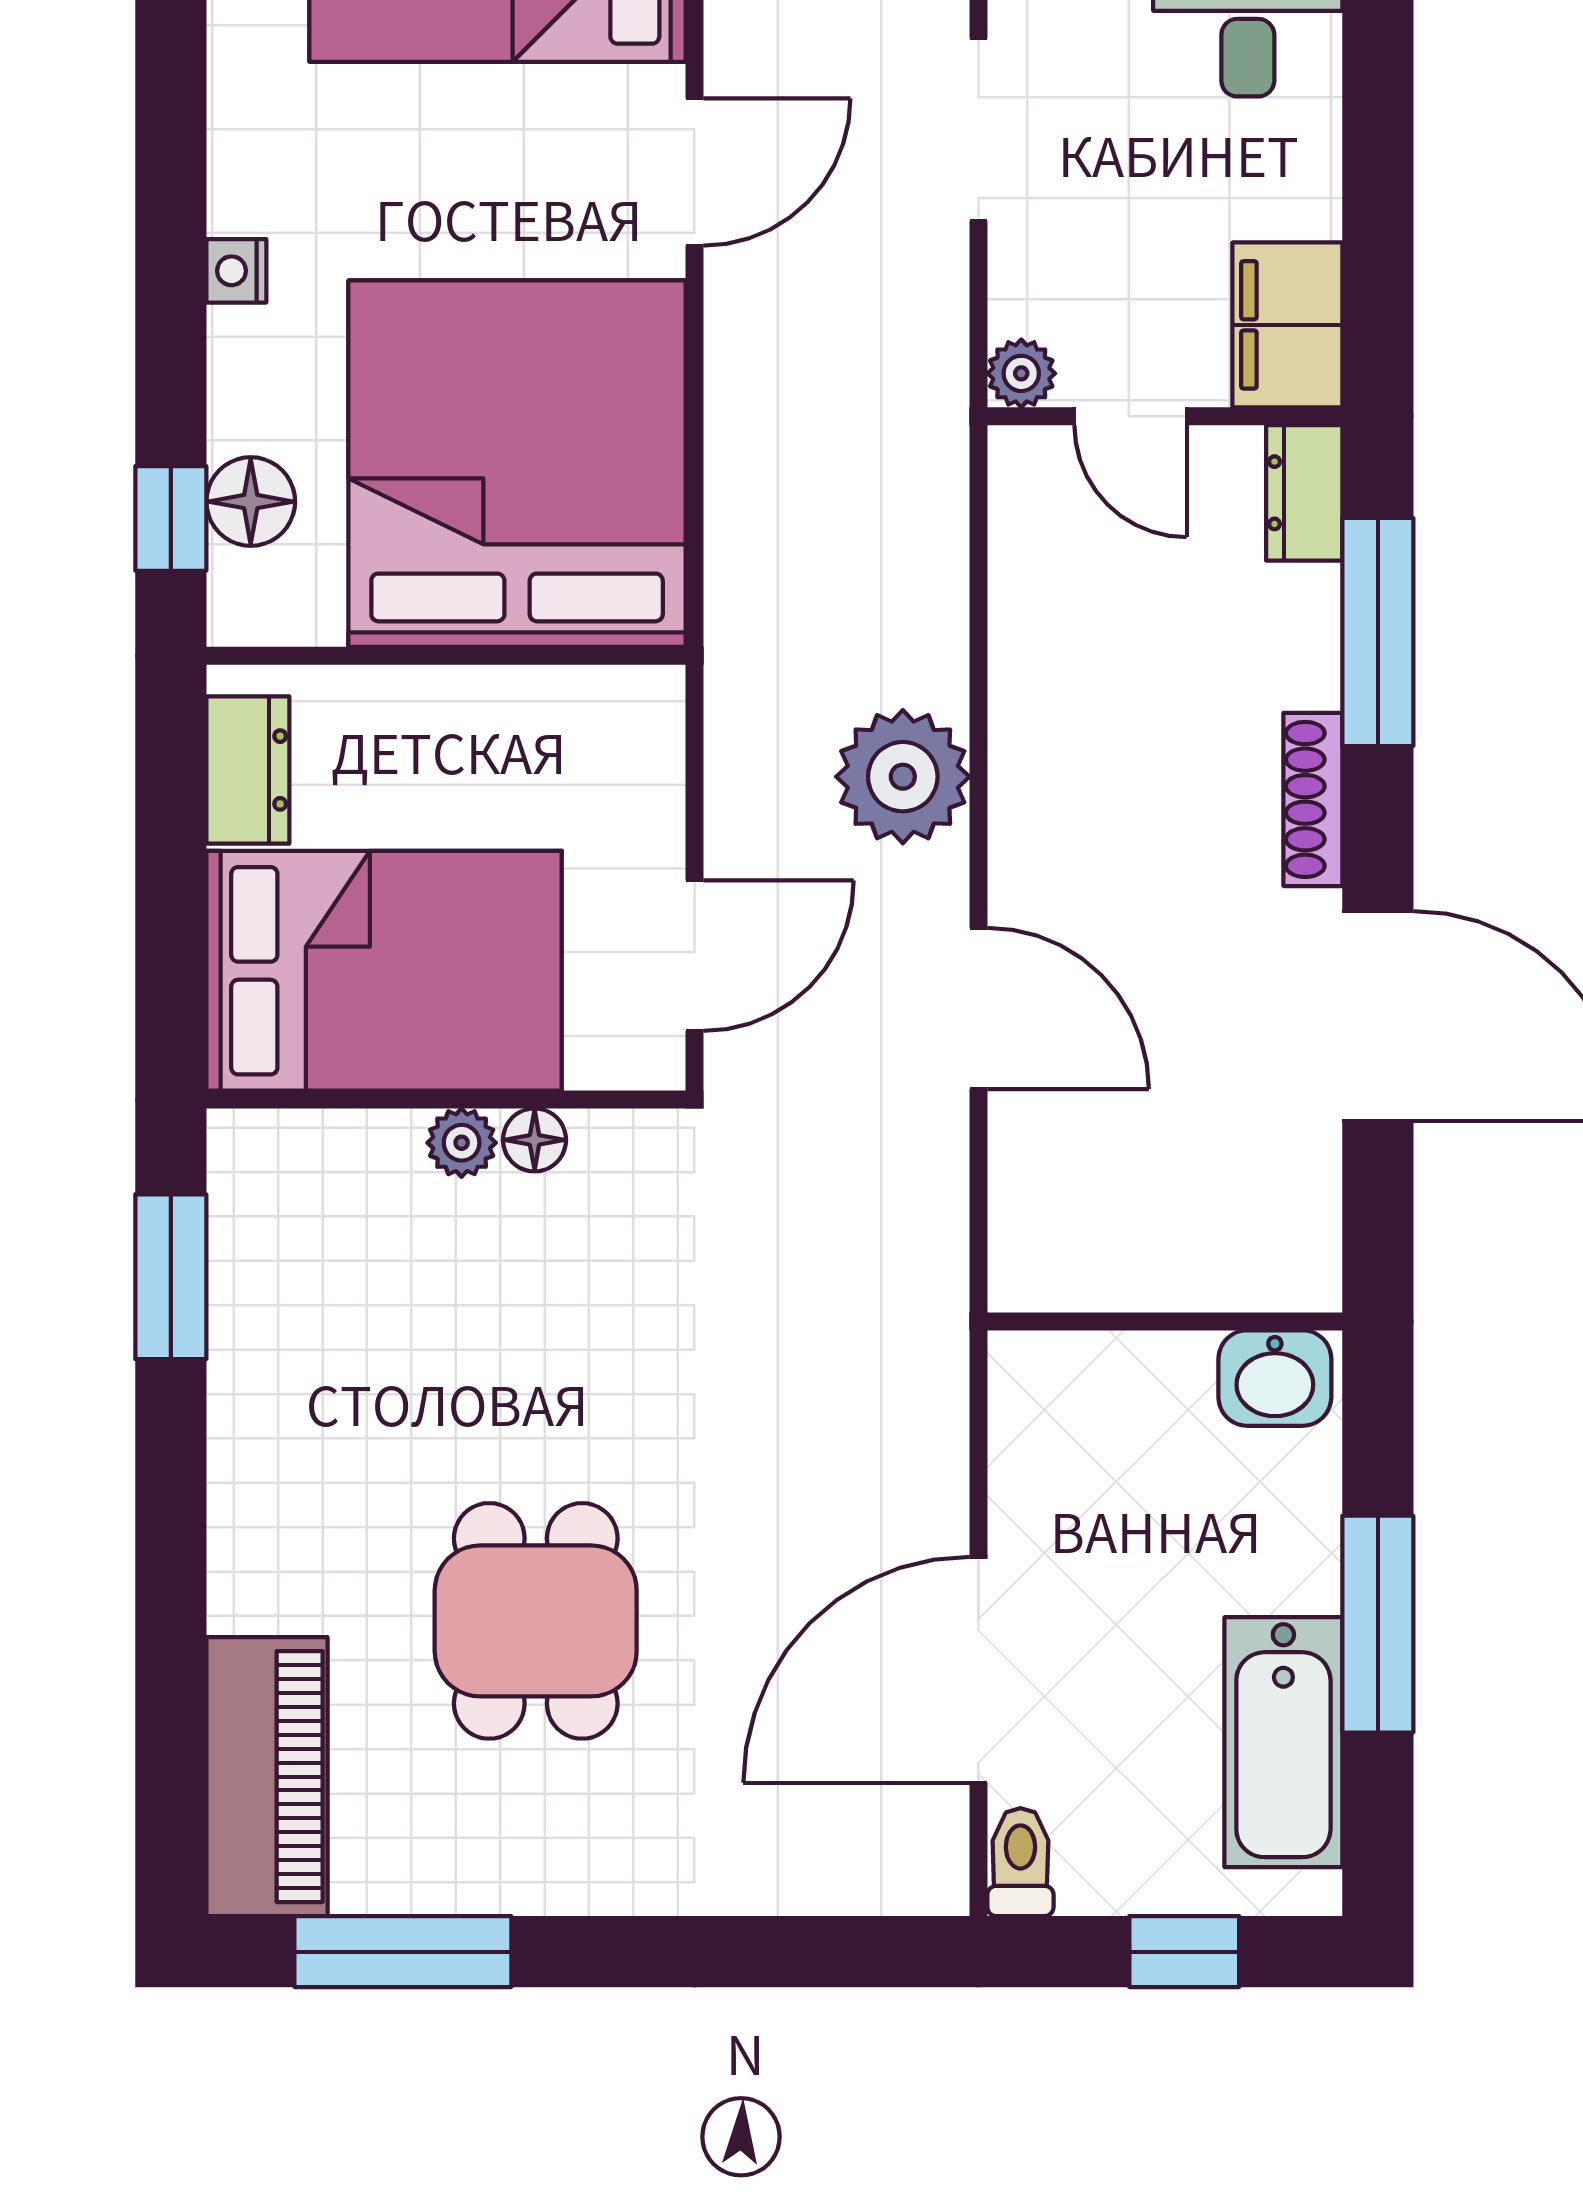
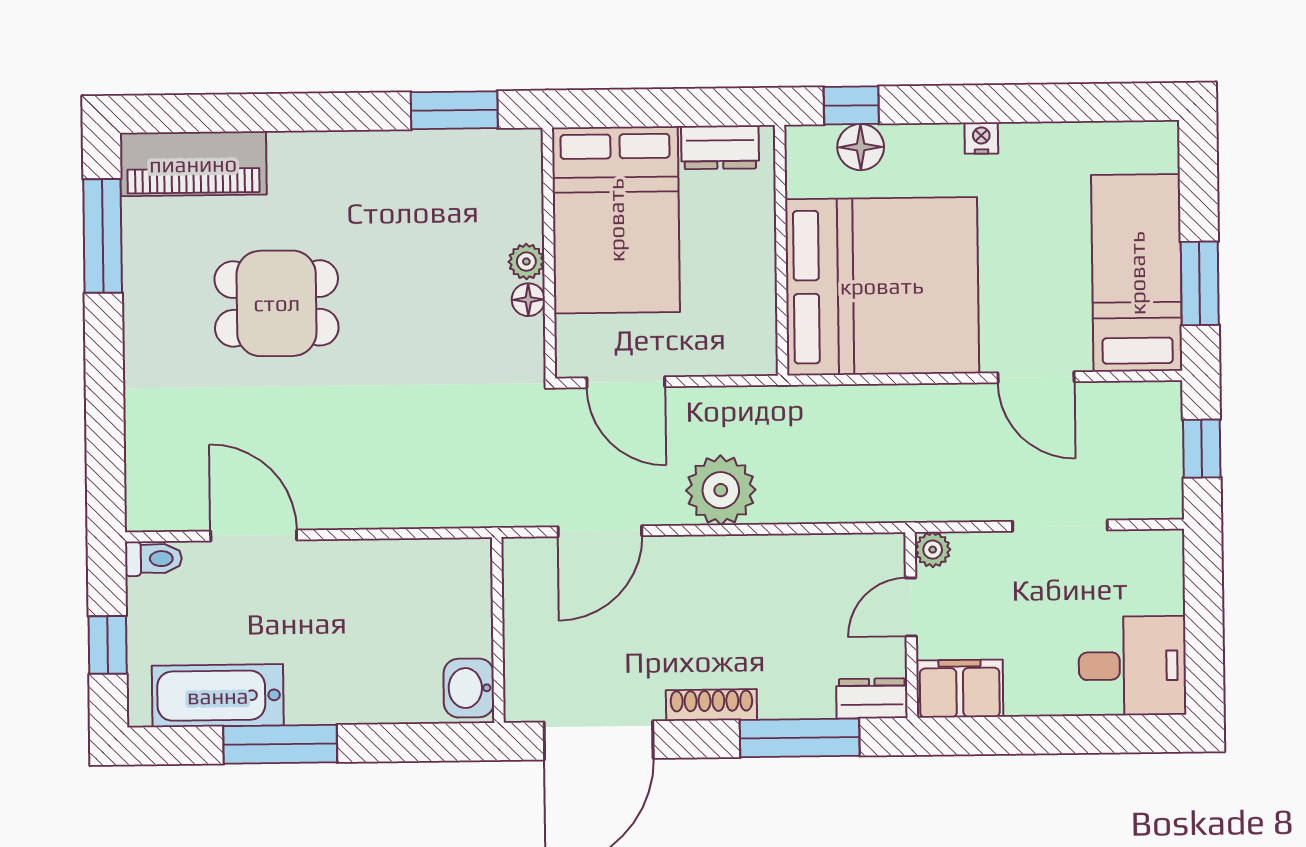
wall: (1165, 1321) -> (498, 630), moved
washbasin: (1275, 1378) -> (469, 688), moved
door: (978, 1670) -> (254, 535), width x0.73

